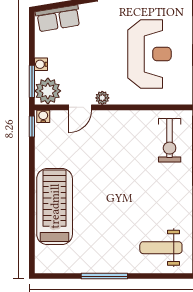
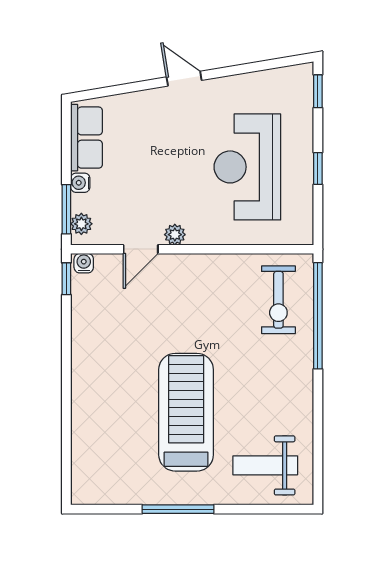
row of seats: (58, 18) -> (86, 138), moved, turned -81
reception desk: (149, 54) -> (247, 167), turned 180
plant: (48, 91) -> (81, 224), width x0.53, depth x0.53
treadmill: (55, 206) -> (186, 412), moved

